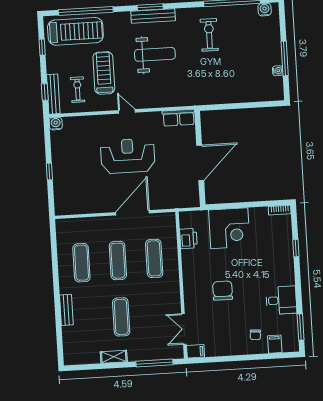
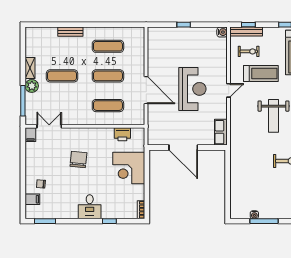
chair: (223, 291) -> (78, 160), turned -84
desk: (281, 300) -> (90, 207), moved
plant: (136, 353) -> (32, 86), added

